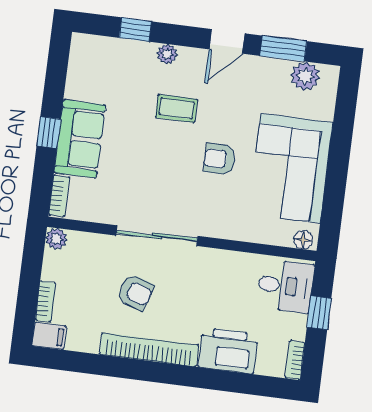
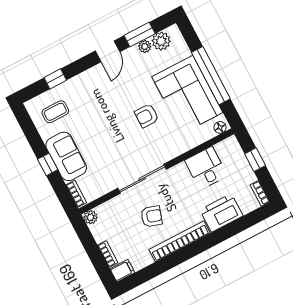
plant: (167, 54) -> (145, 46), moved
coffee table: (176, 108) -> (55, 112), moved
window: (338, 165) -> (211, 76), added
desk: (285, 286) -> (206, 168), moved, turned -90

